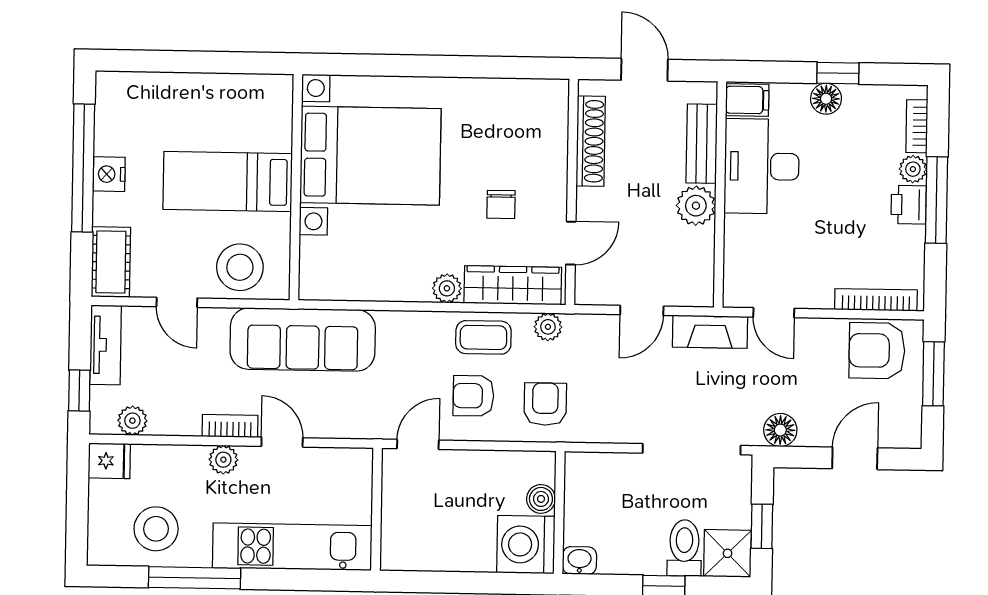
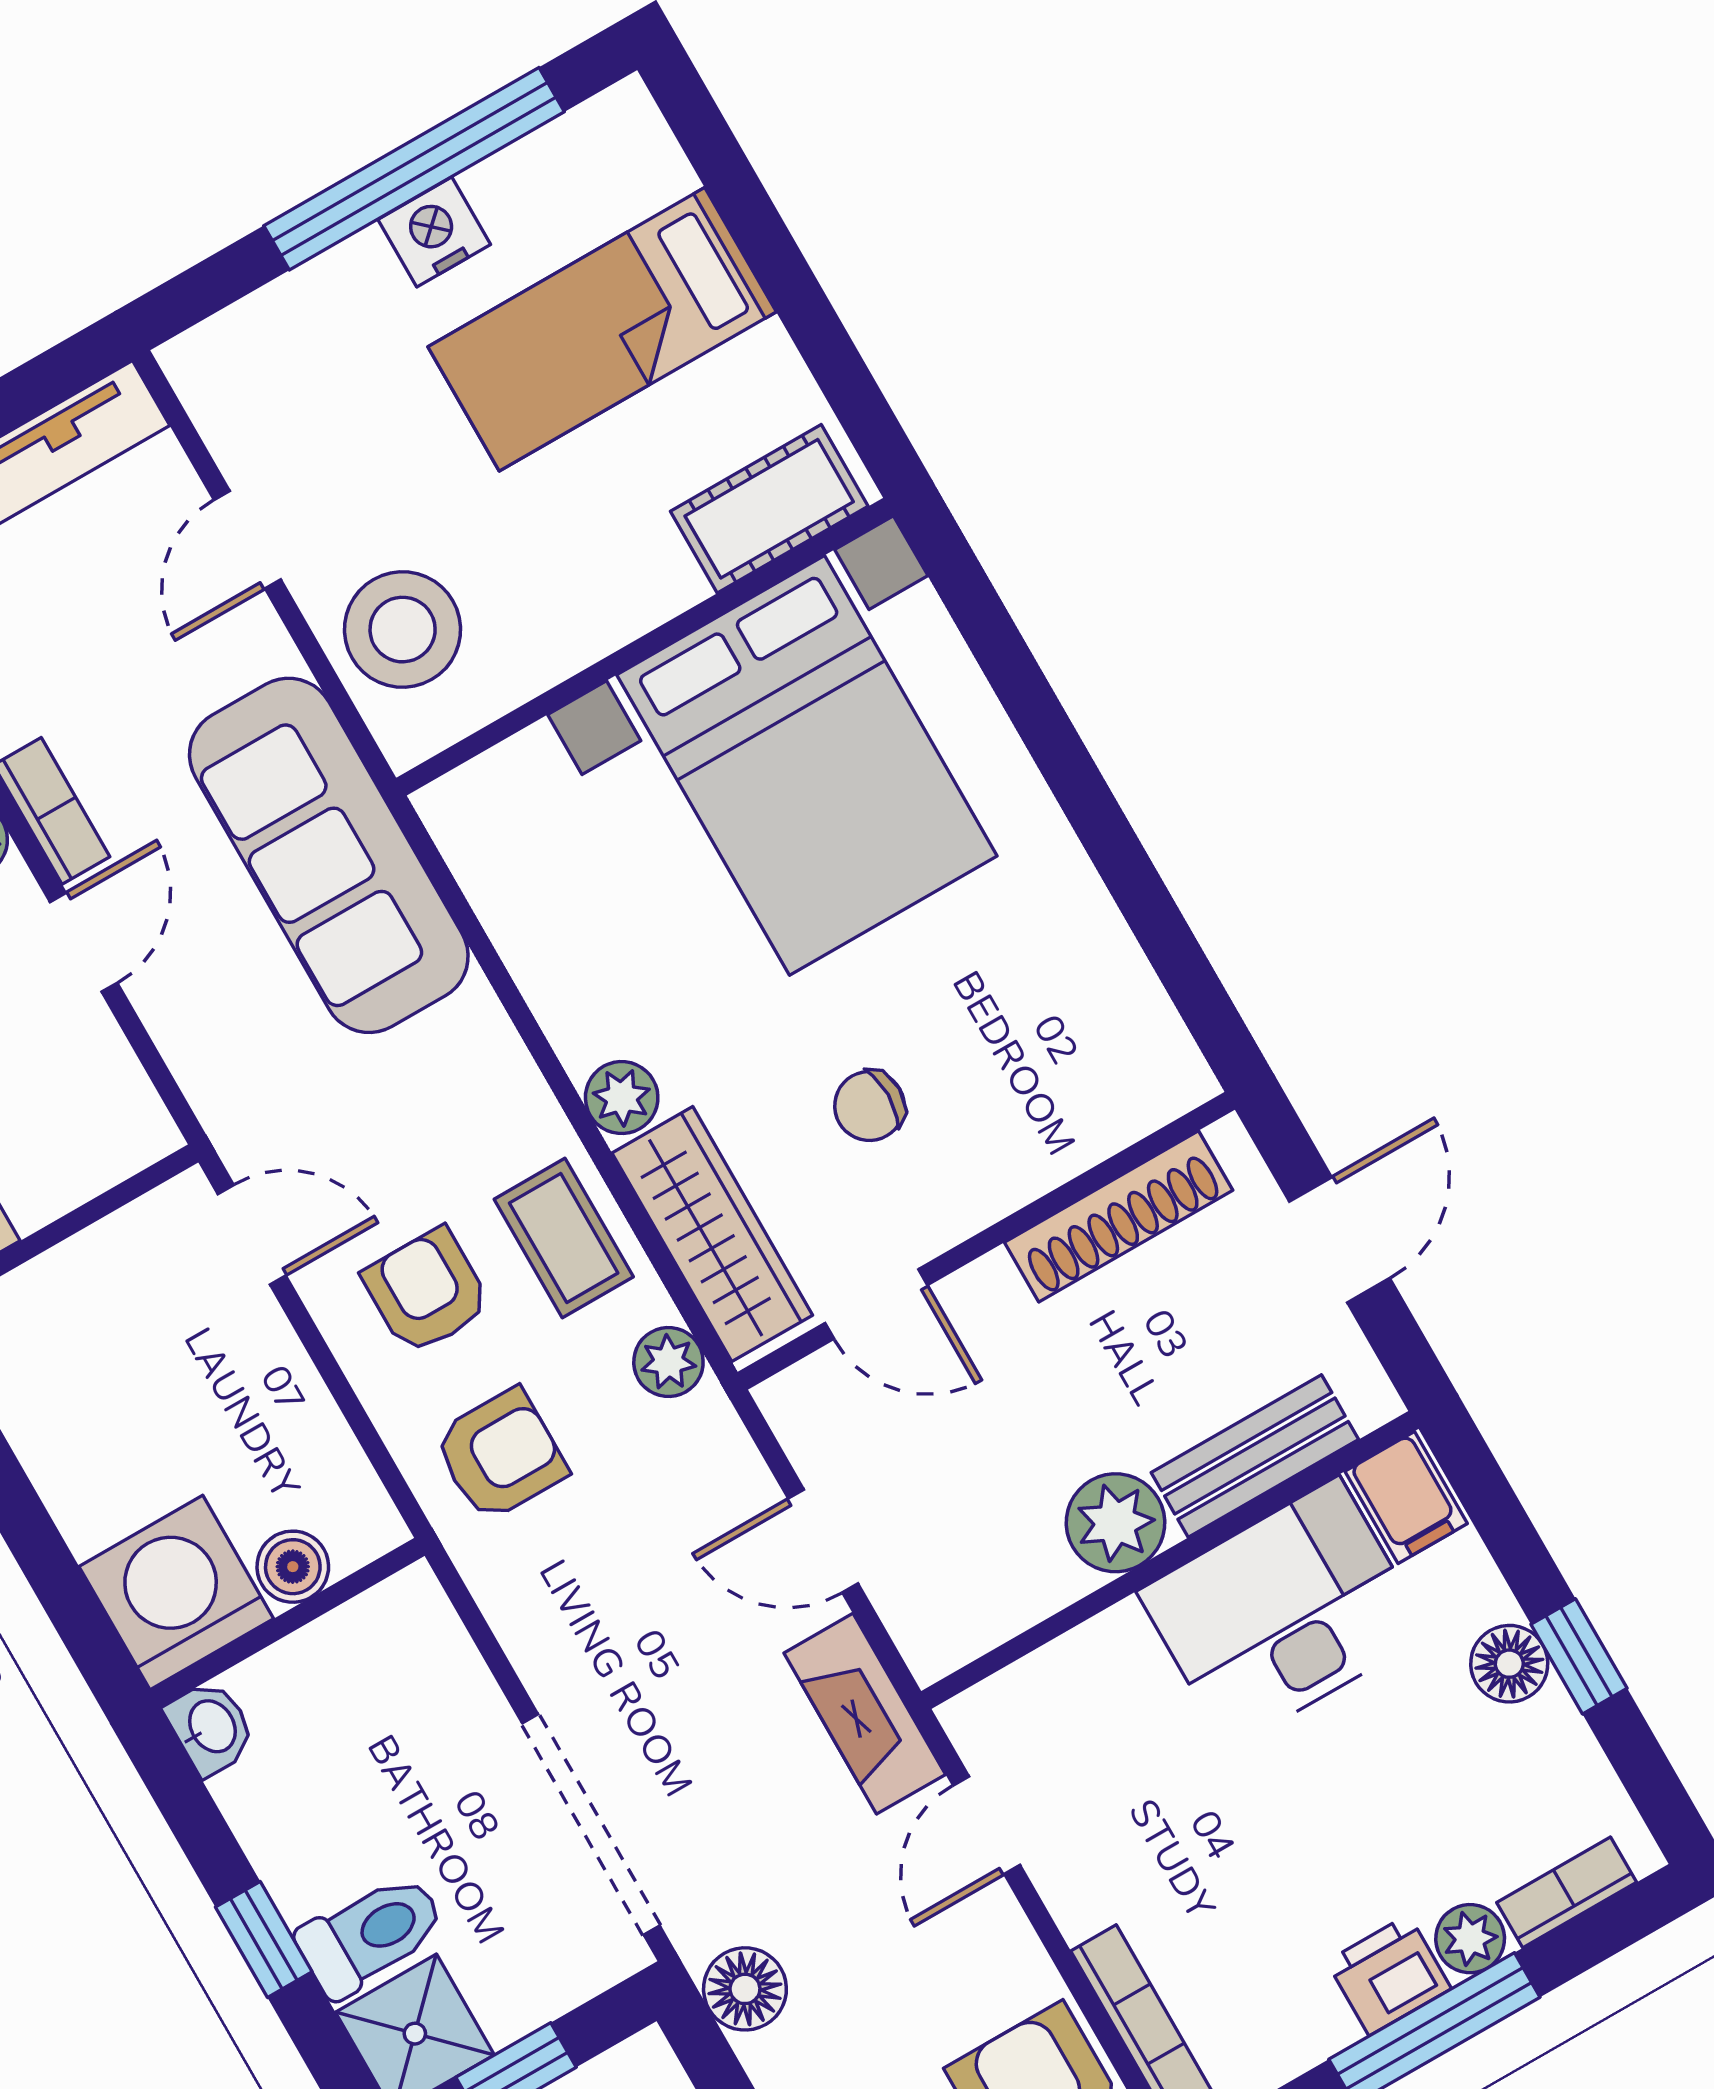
bed: (228, 182) -> (602, 329), moved, turned -90
cot: (111, 262) -> (769, 509), moved

